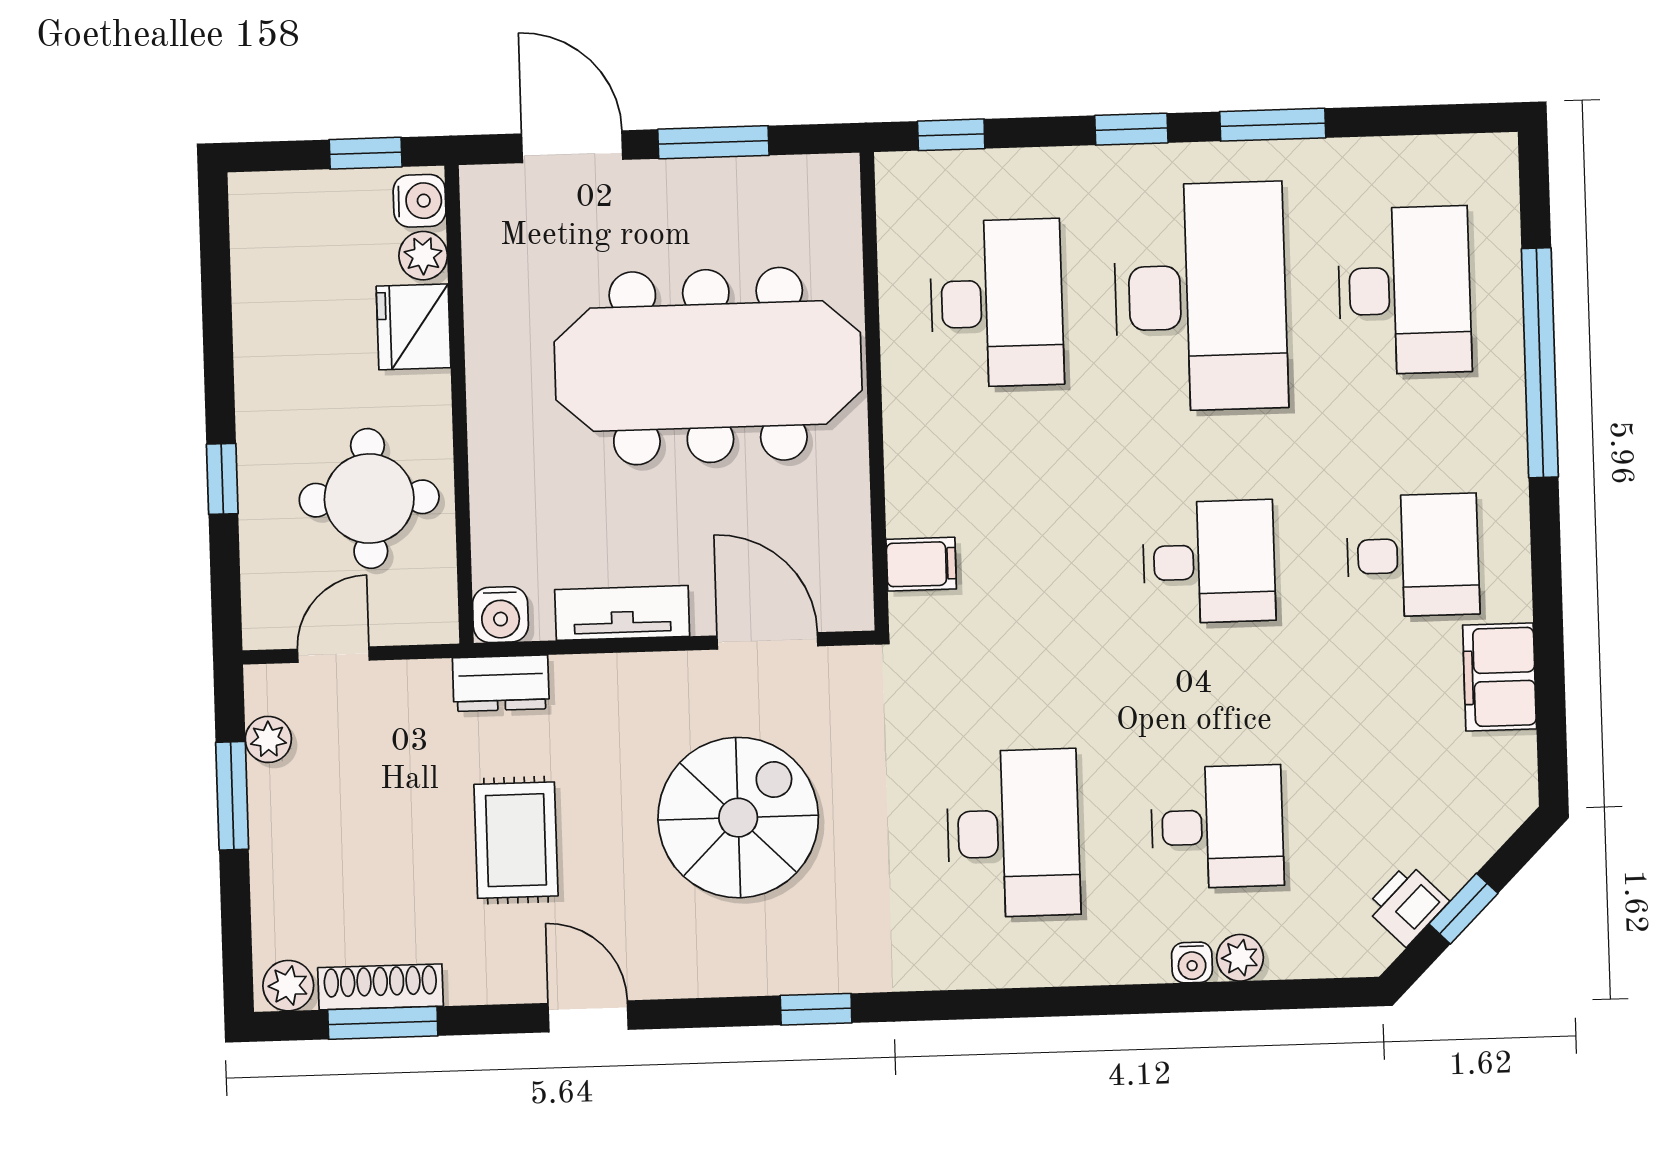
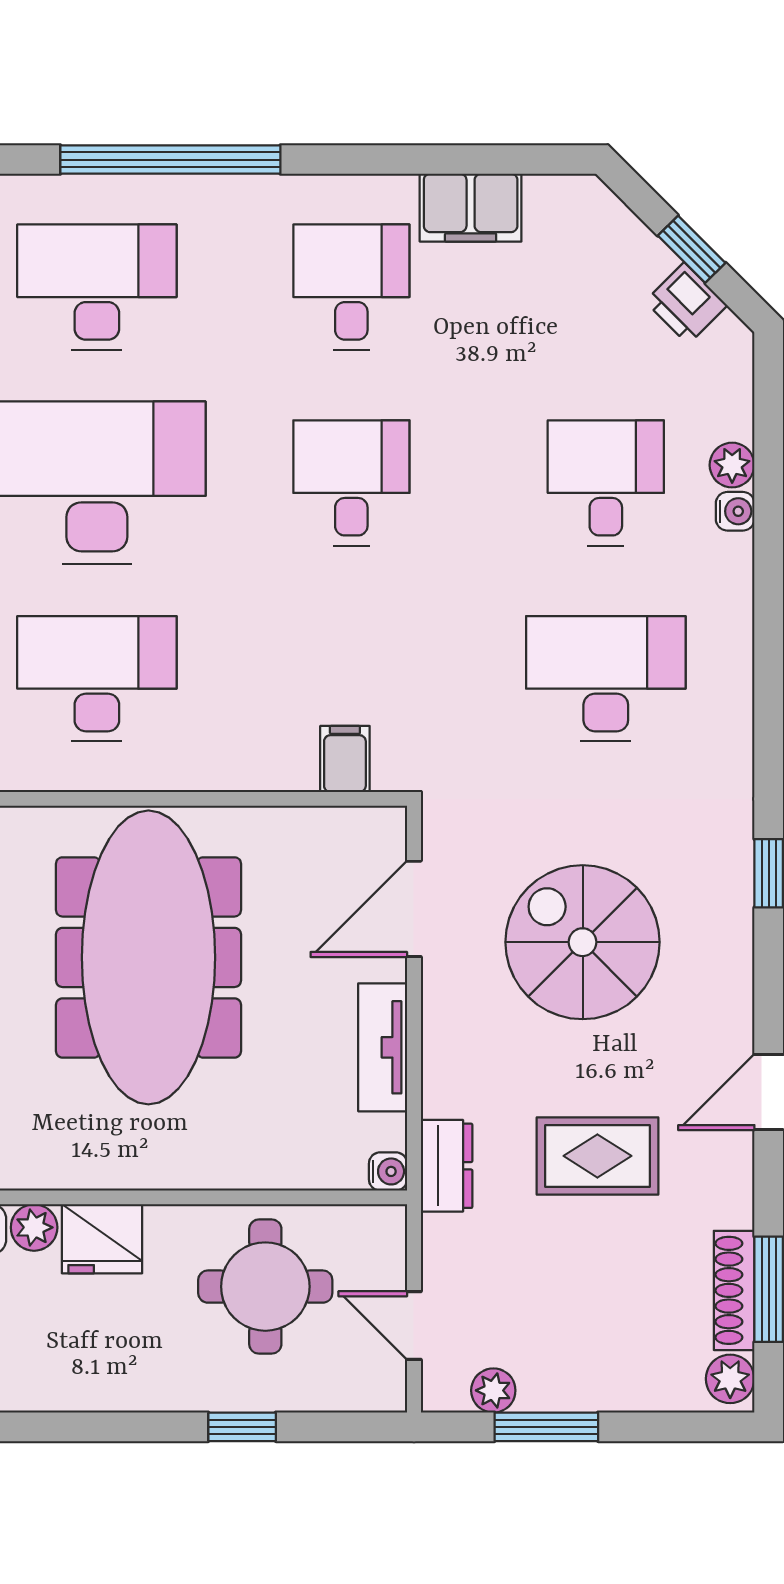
water cooler: (500, 615) -> (388, 1171), width x0.72, depth x0.72

